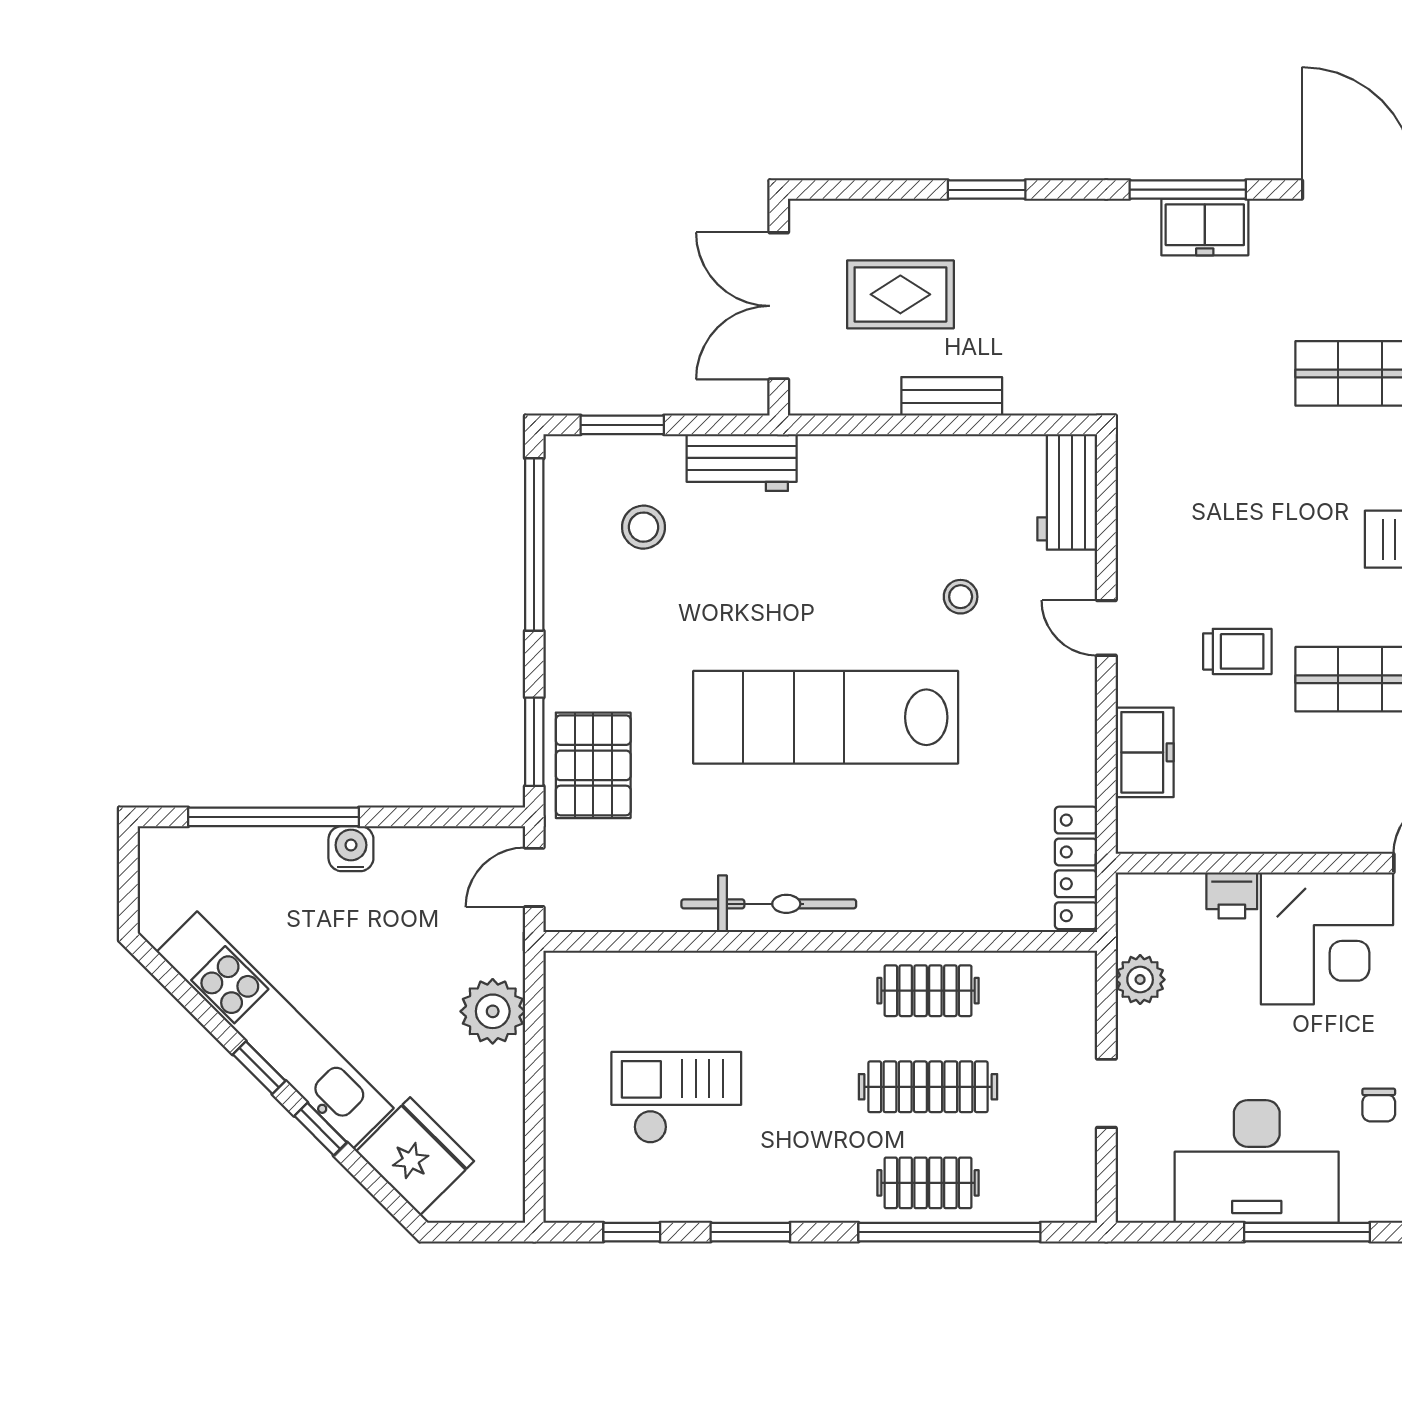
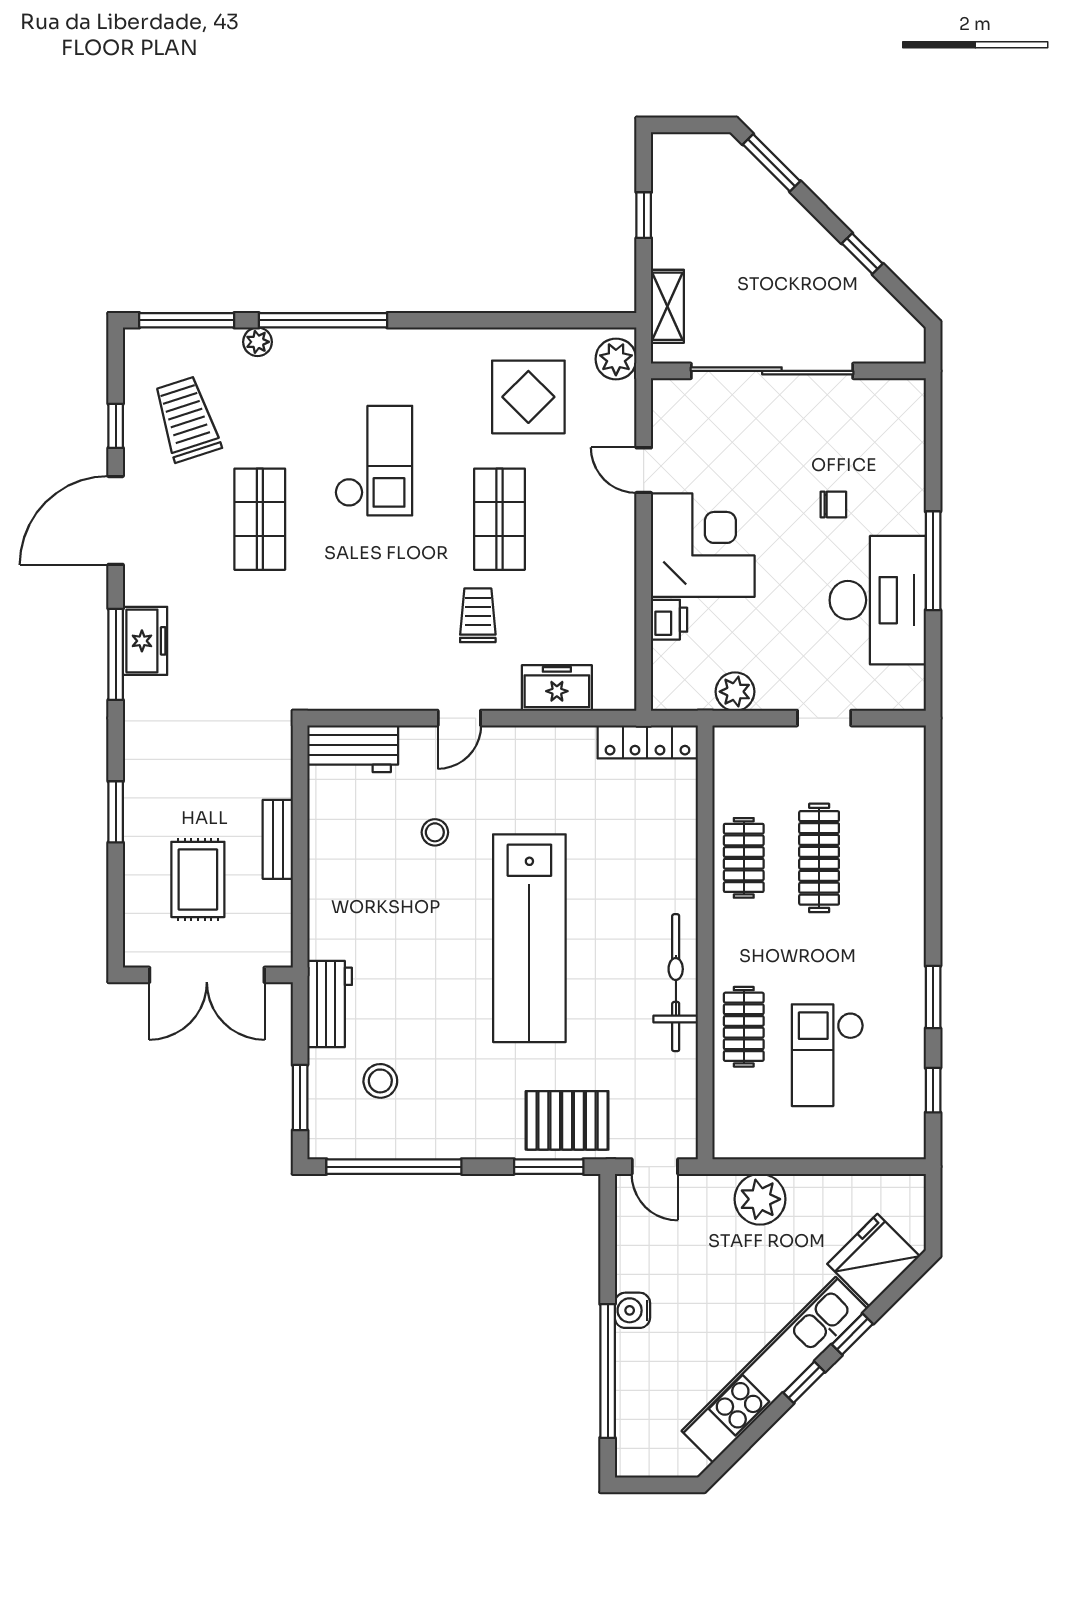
clothes rail: (928, 1183) -> (744, 1027), moved
window: (949, 1232) -> (933, 841), removed

